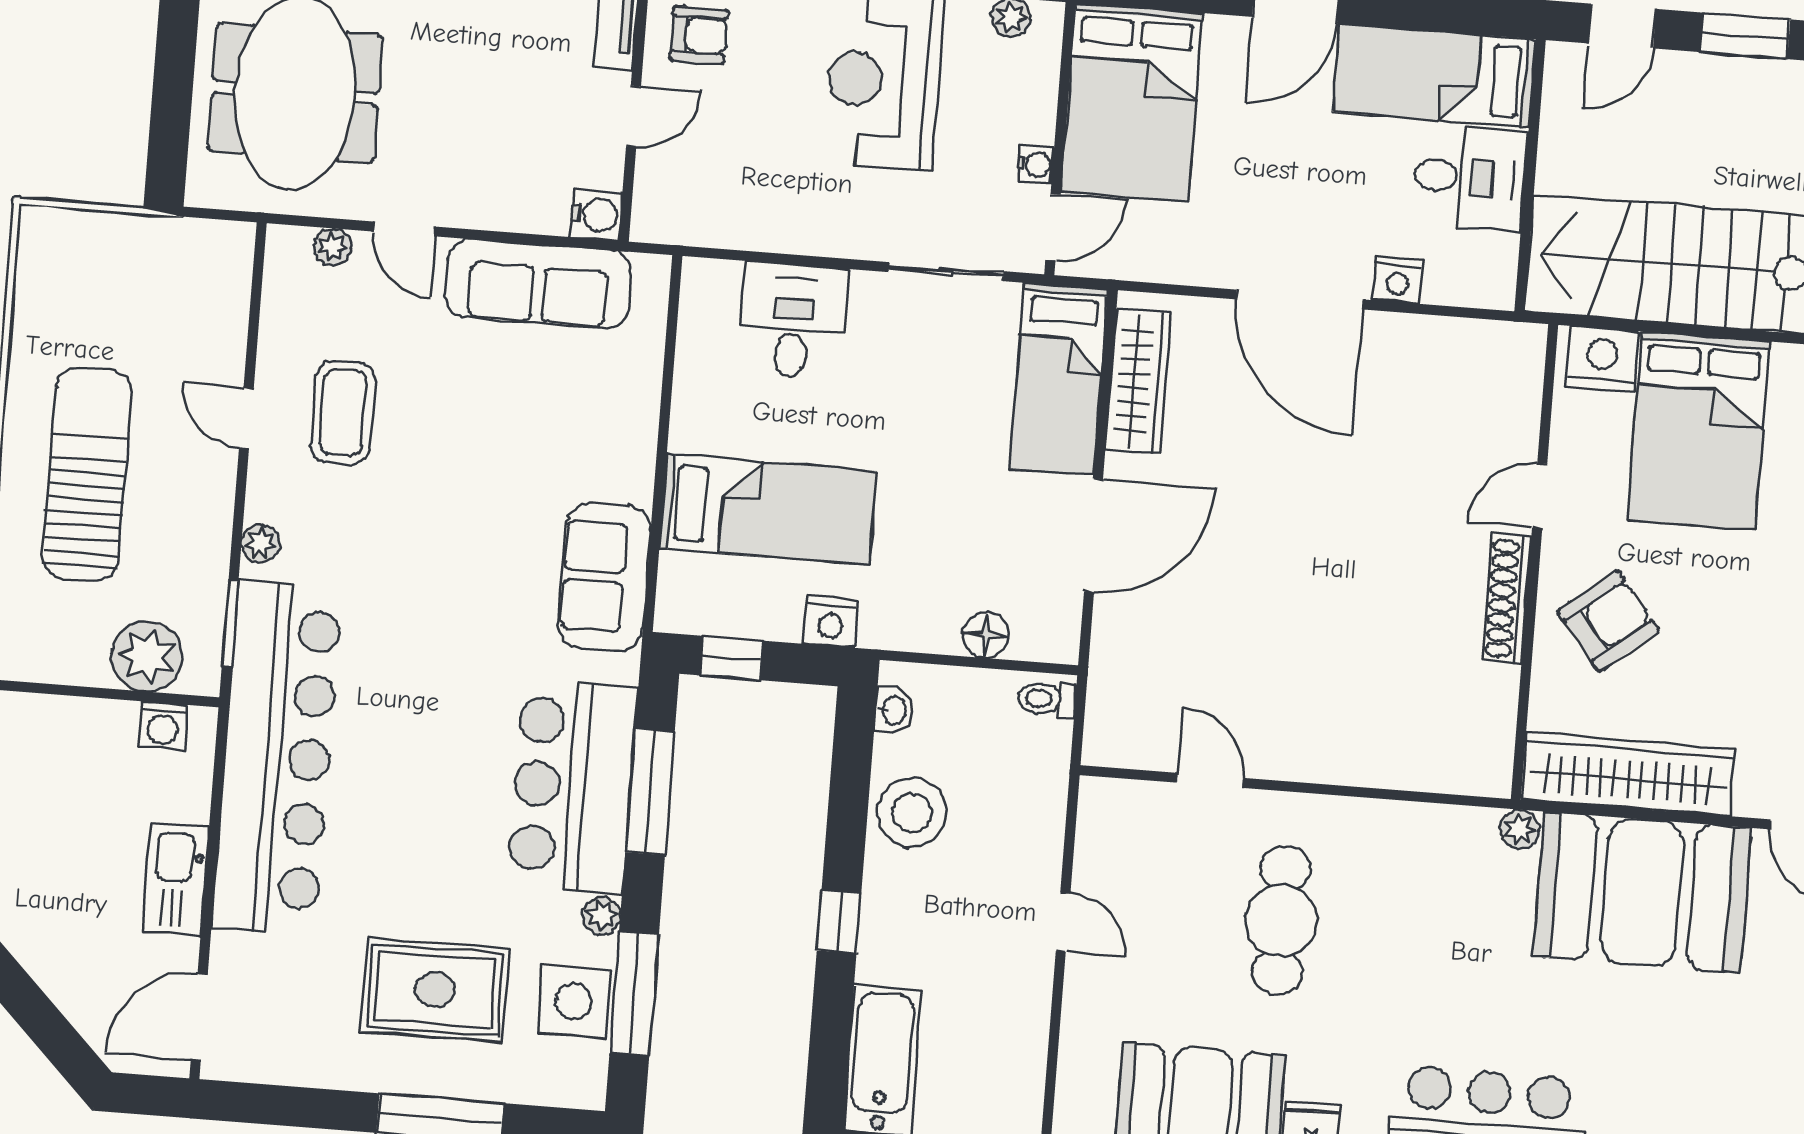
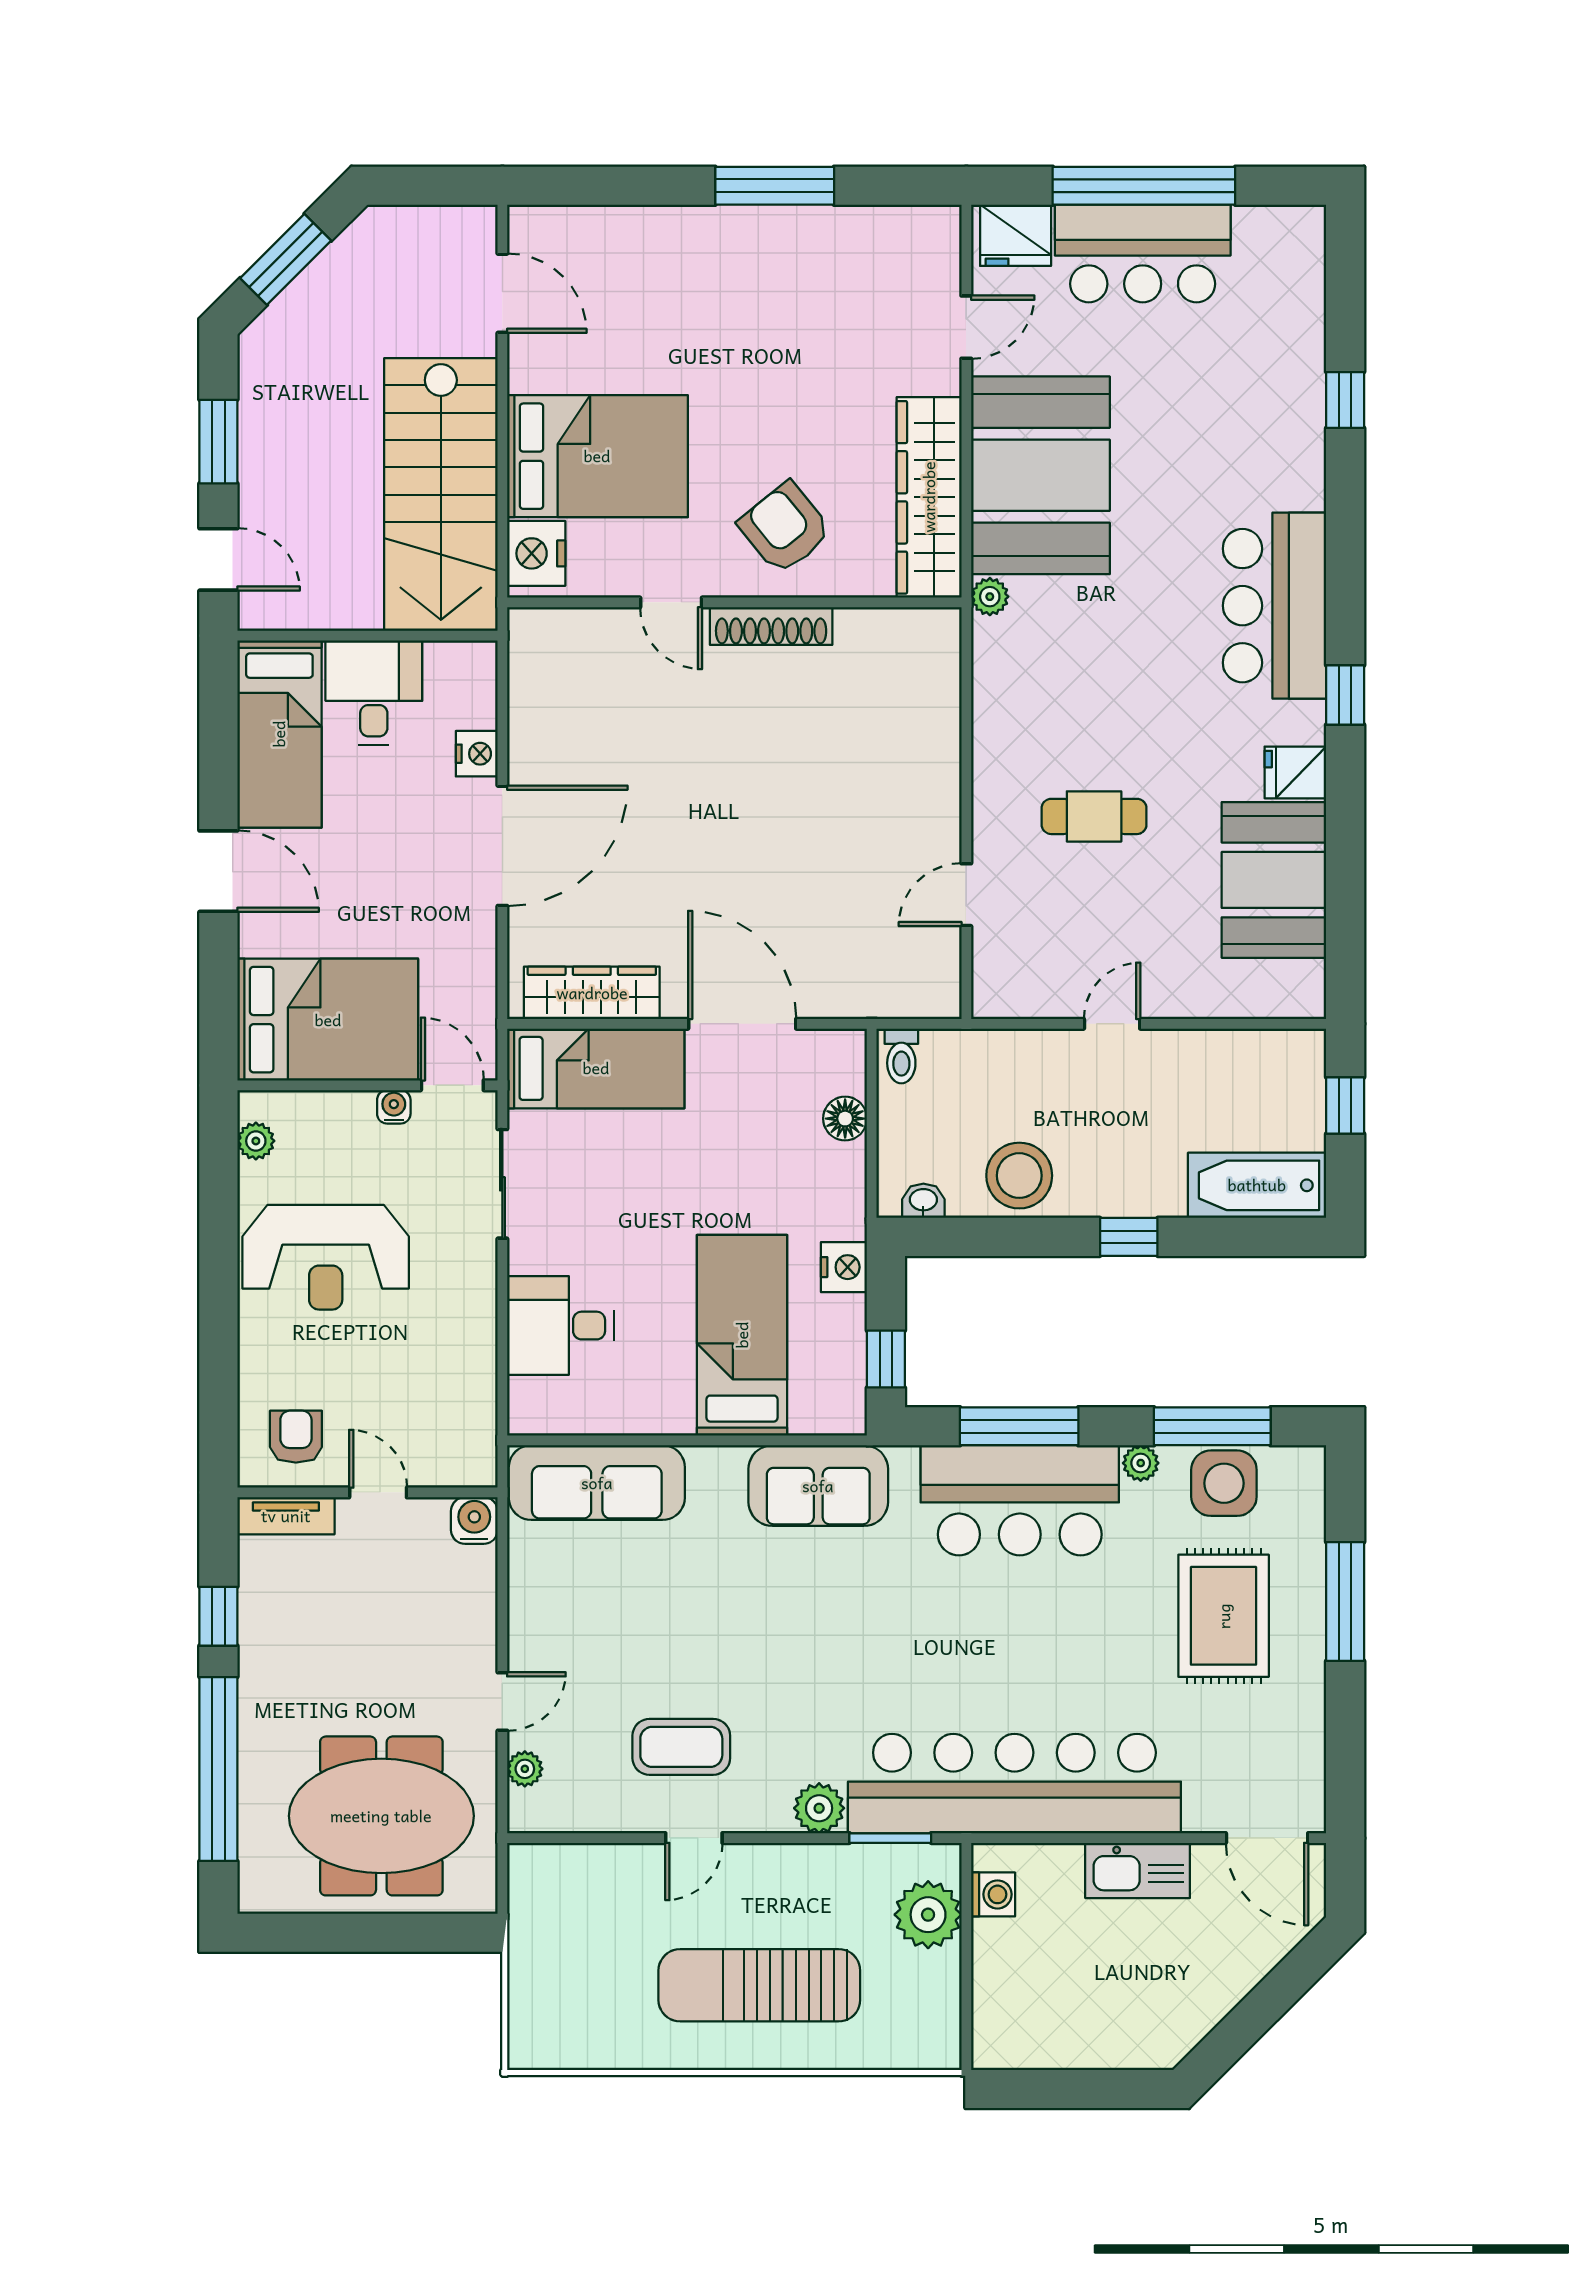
sofa: (538, 284) -> (597, 1483), moved, turned 90
plant: (261, 544) -> (819, 1808), width x1.38, depth x1.38
cafe table: (1281, 920) -> (1094, 816), width x0.73, depth x0.74

